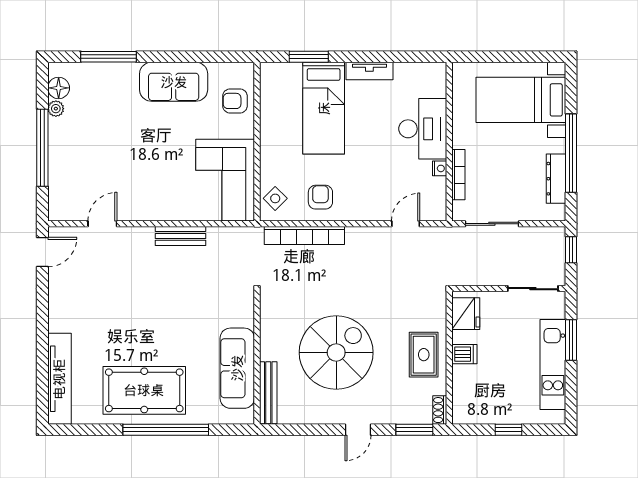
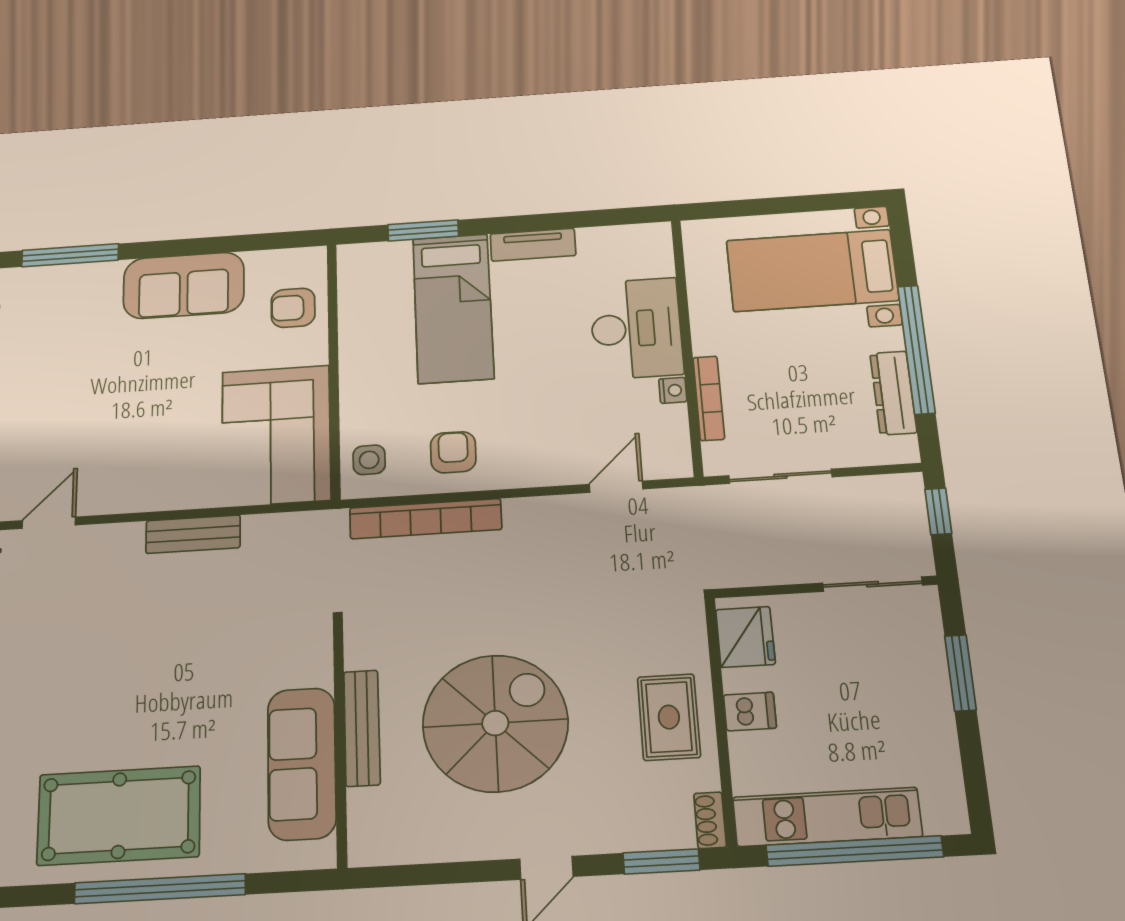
side table: (275, 198) -> (369, 460), turned 45
kitchen unit: (553, 365) -> (827, 817), moved, turned 90
bench: (268, 393) -> (362, 728), moved
window: (509, 430) -> (855, 851), width x3.17

